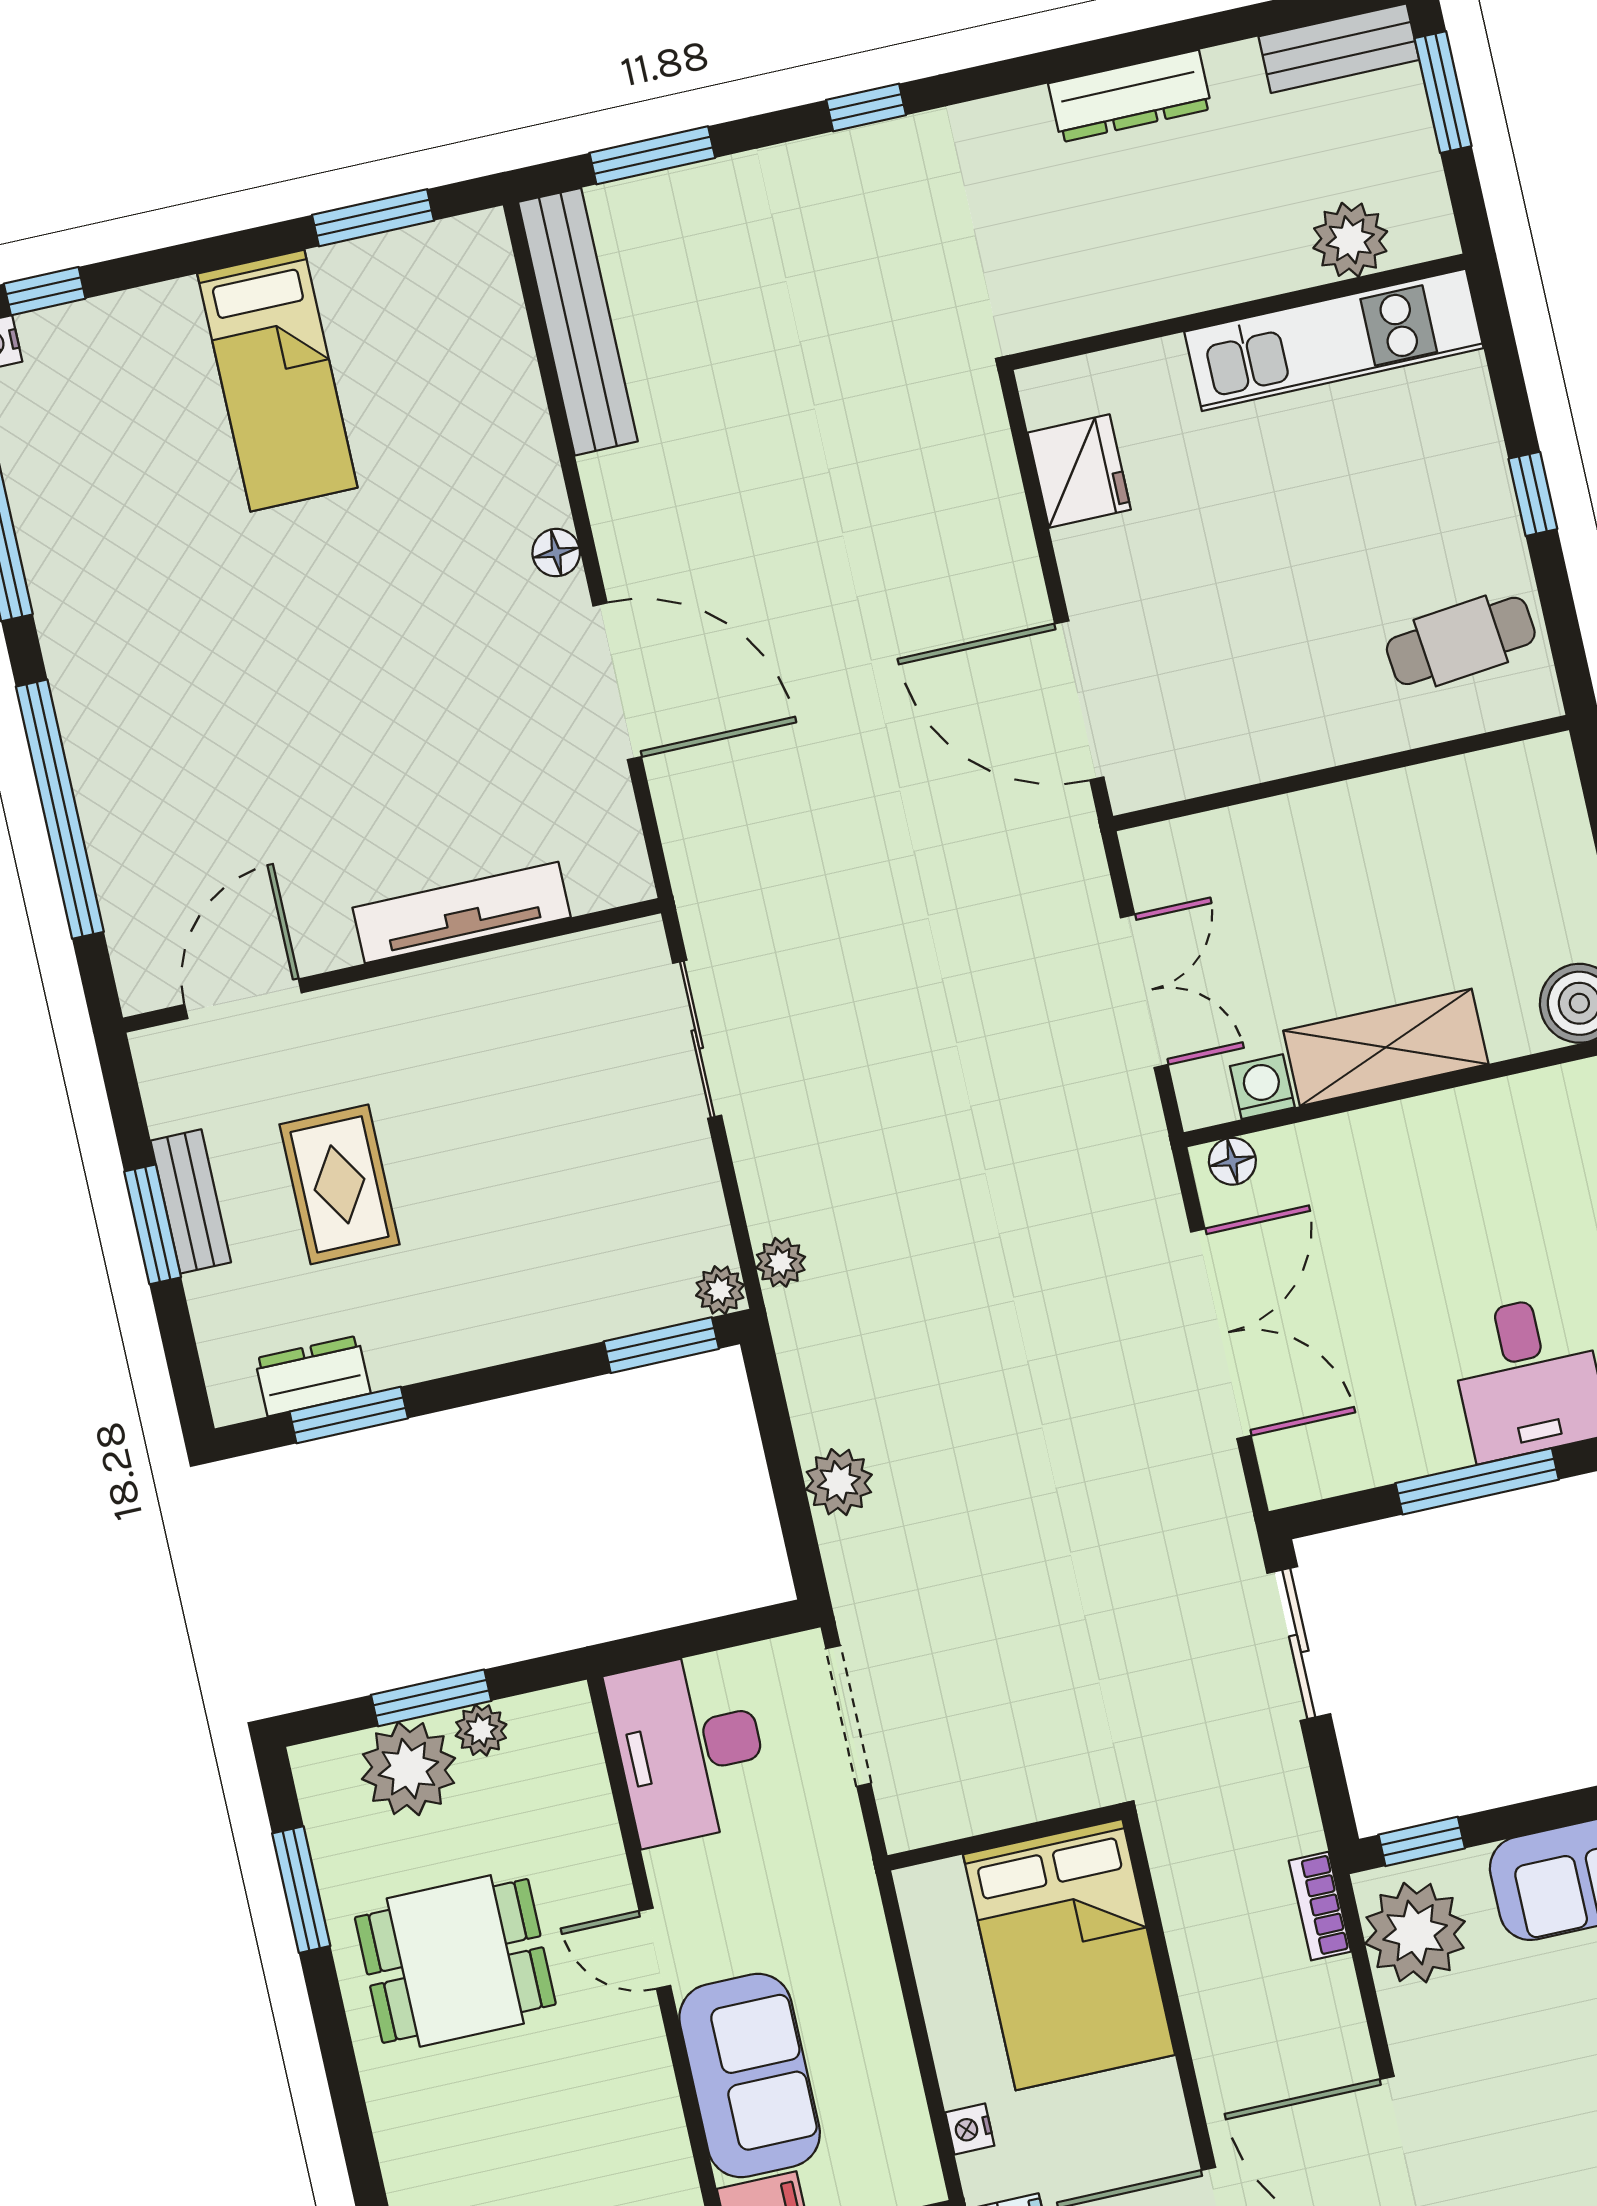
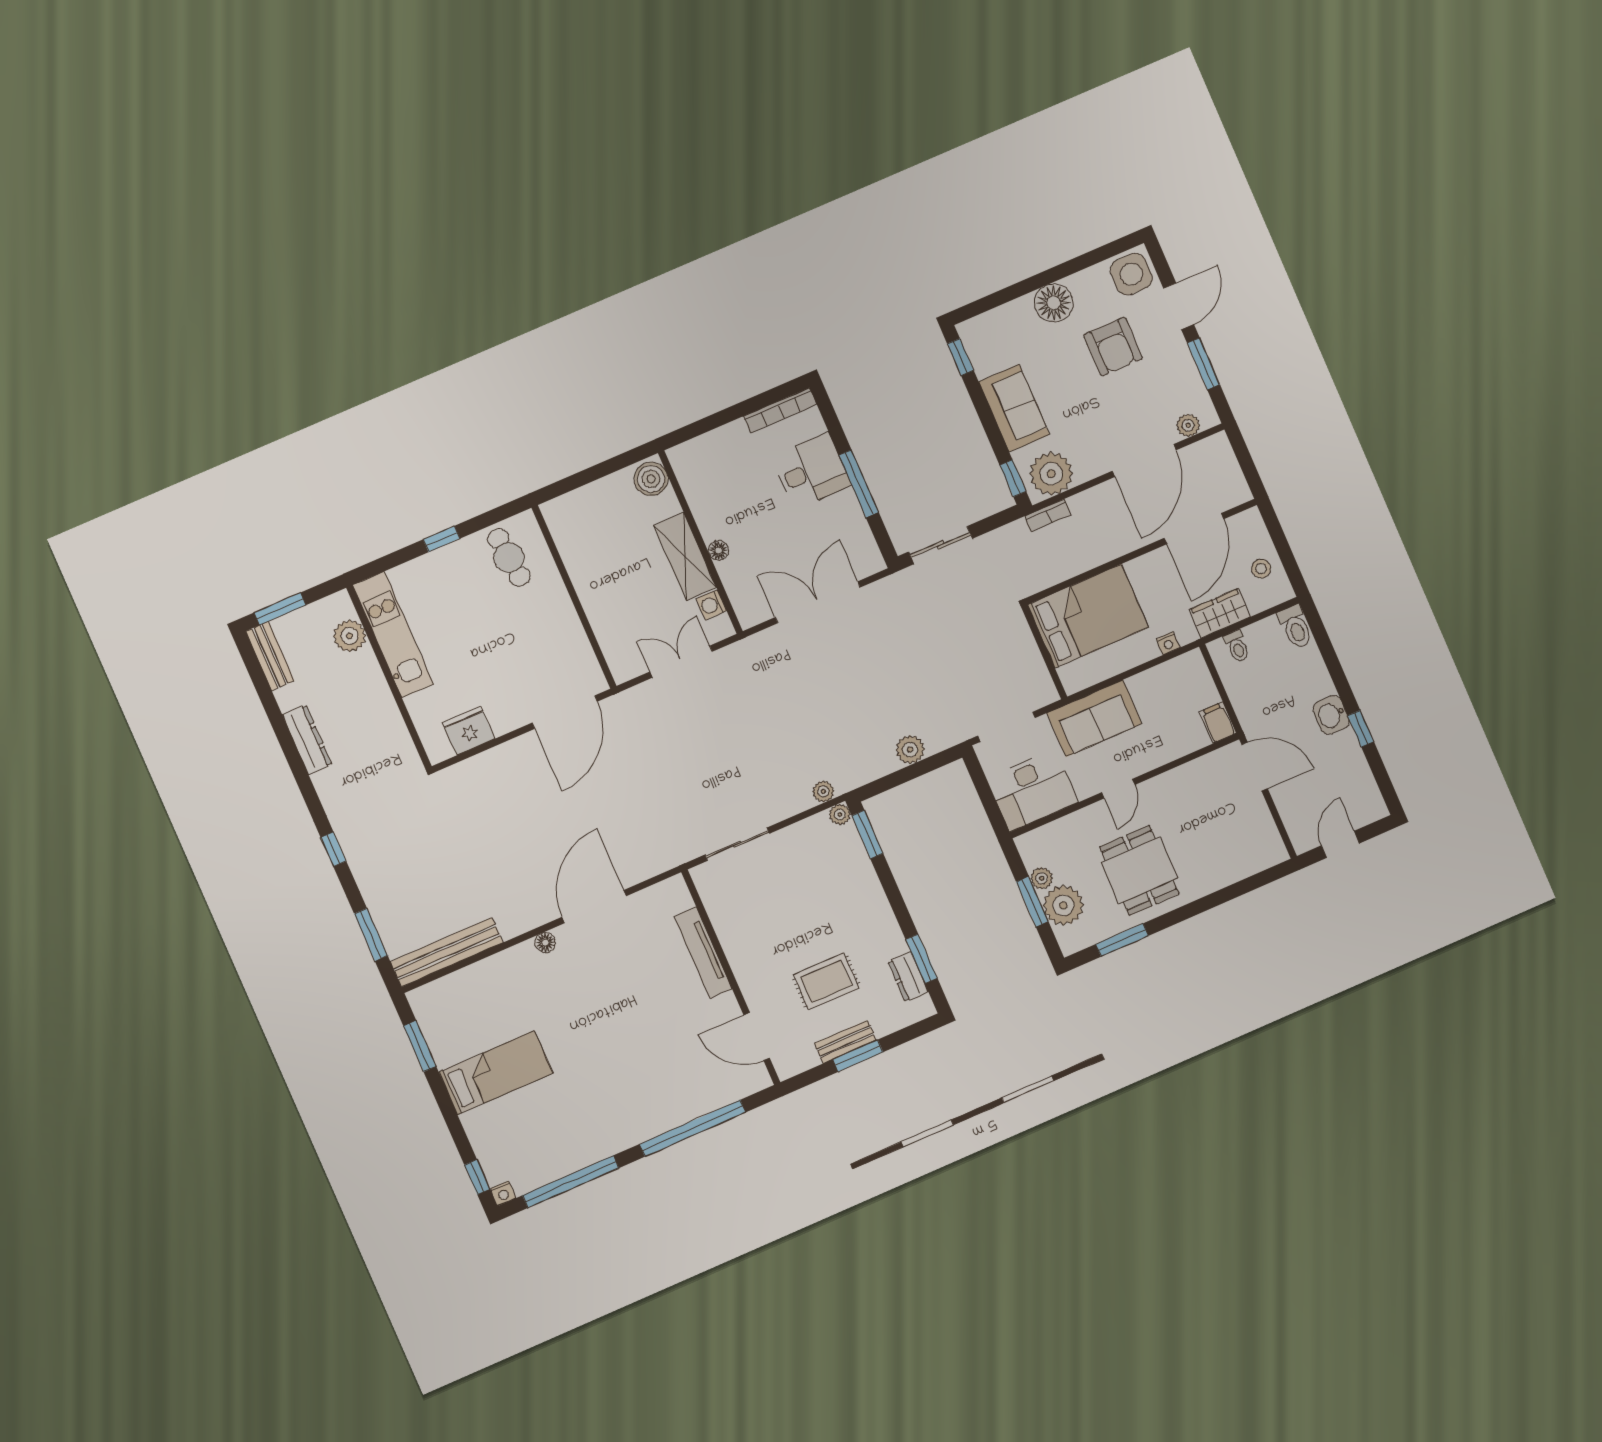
floor lamp: (1232, 1161) -> (719, 551), moved
sofa: (750, 2076) -> (1094, 718), moved, turned 180

